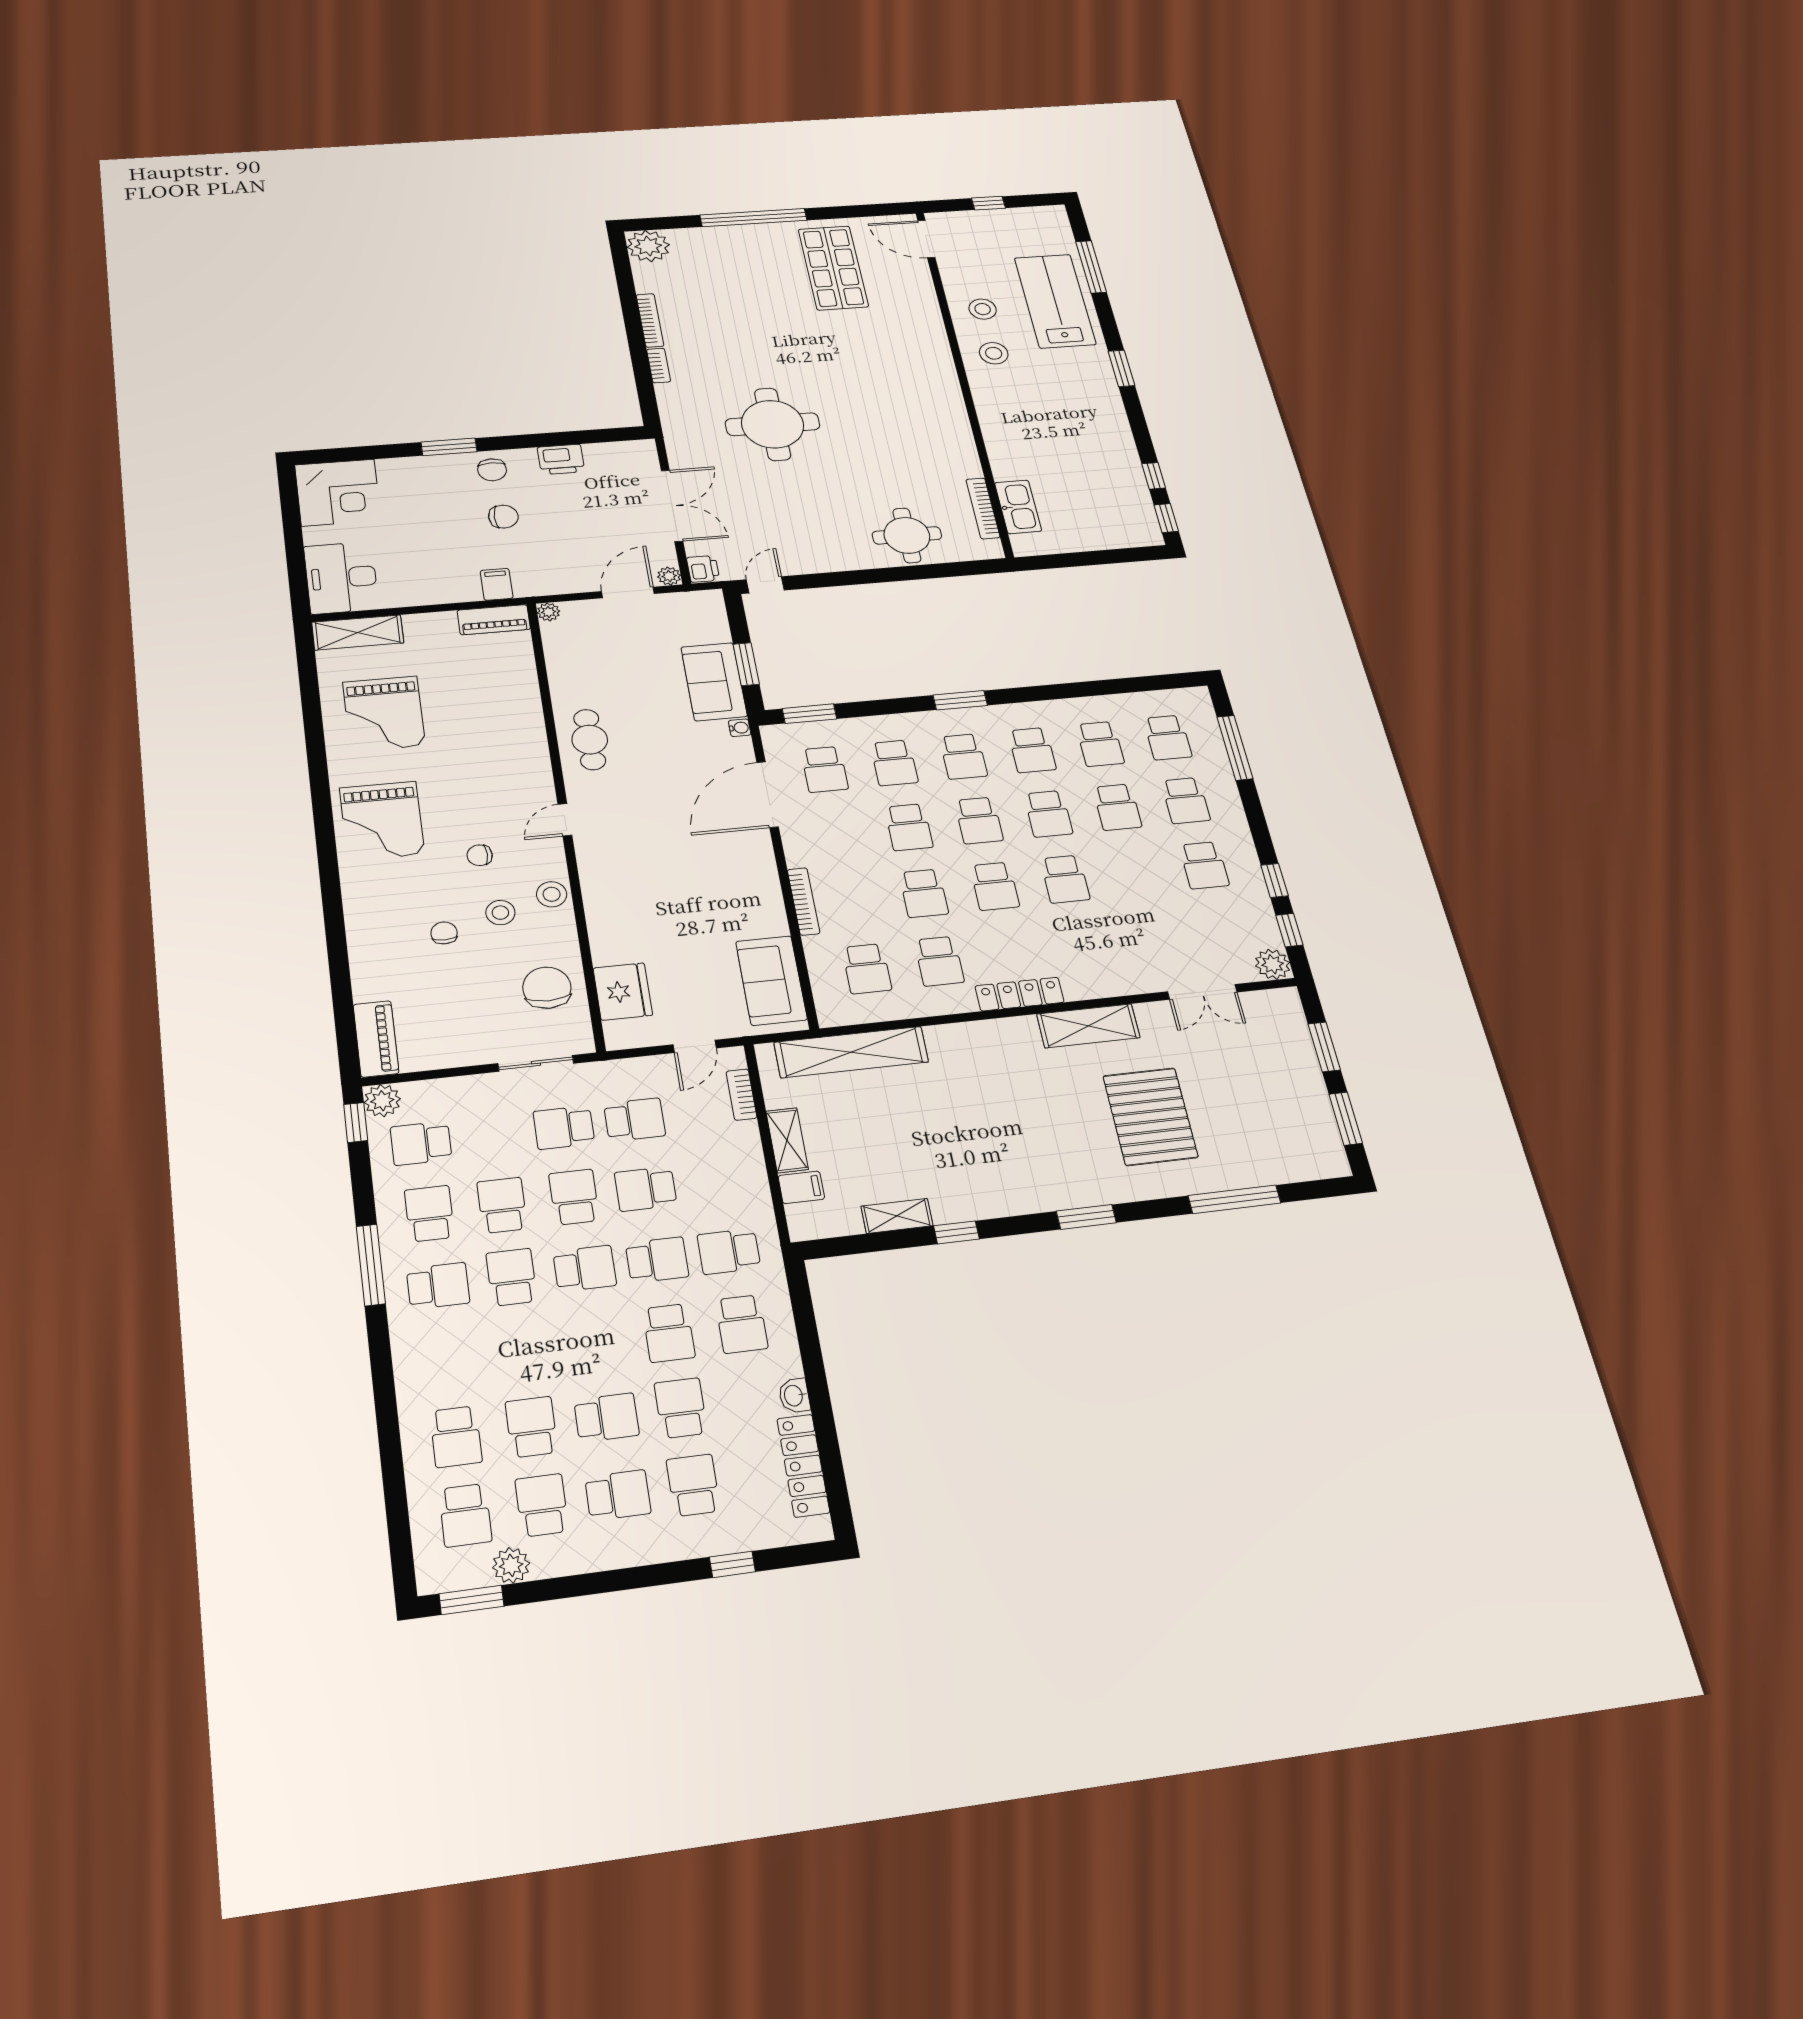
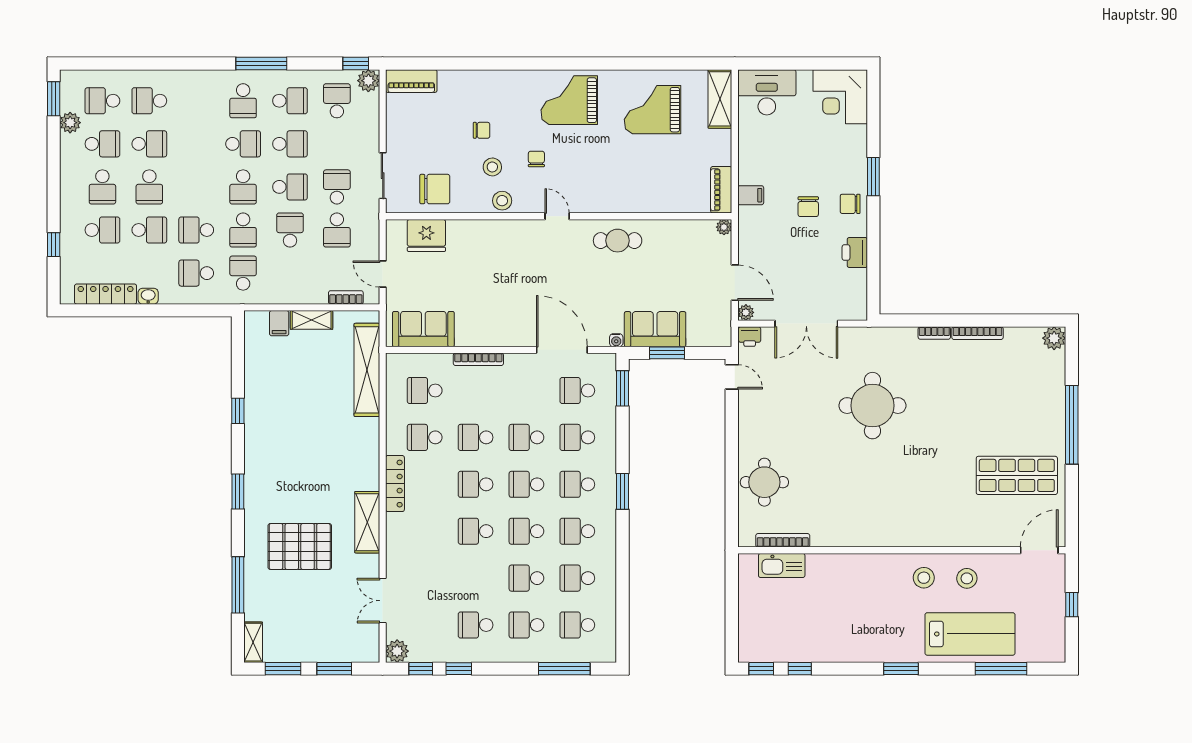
plant: (648, 246) -> (1054, 338), width x0.73, depth x0.73
shelving: (897, 1216) -> (253, 642), moved

